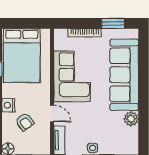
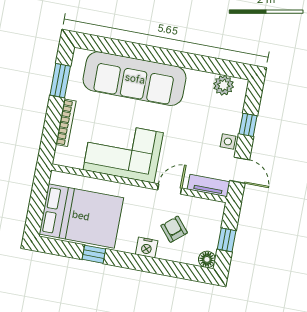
plant: (131, 119) -> (224, 85), moved
armchair: (25, 122) -> (174, 229), turned -93

